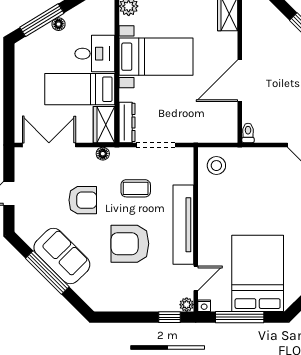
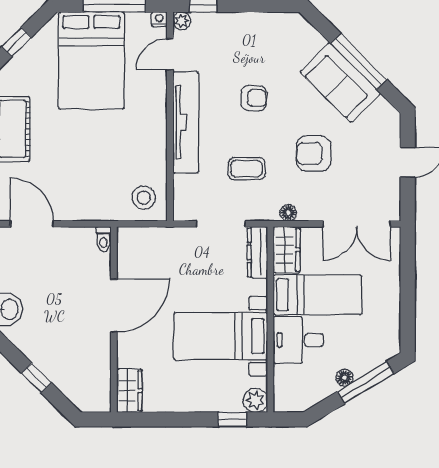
armchair: (130, 244) -> (254, 98), width x0.53, depth x0.53

